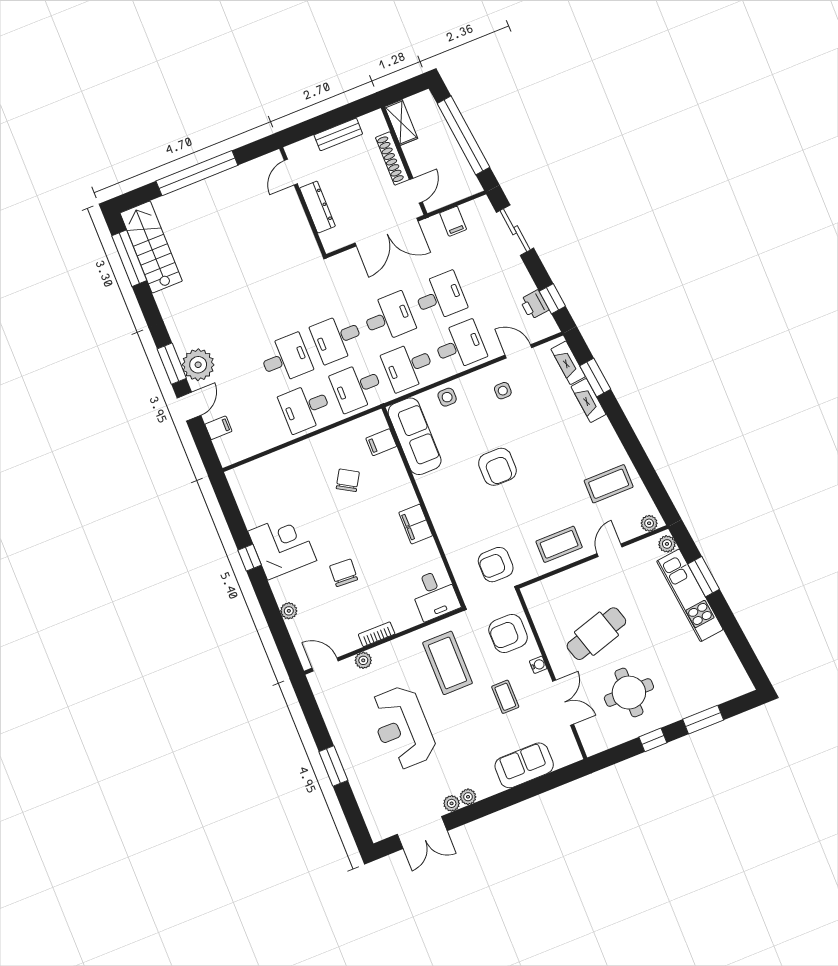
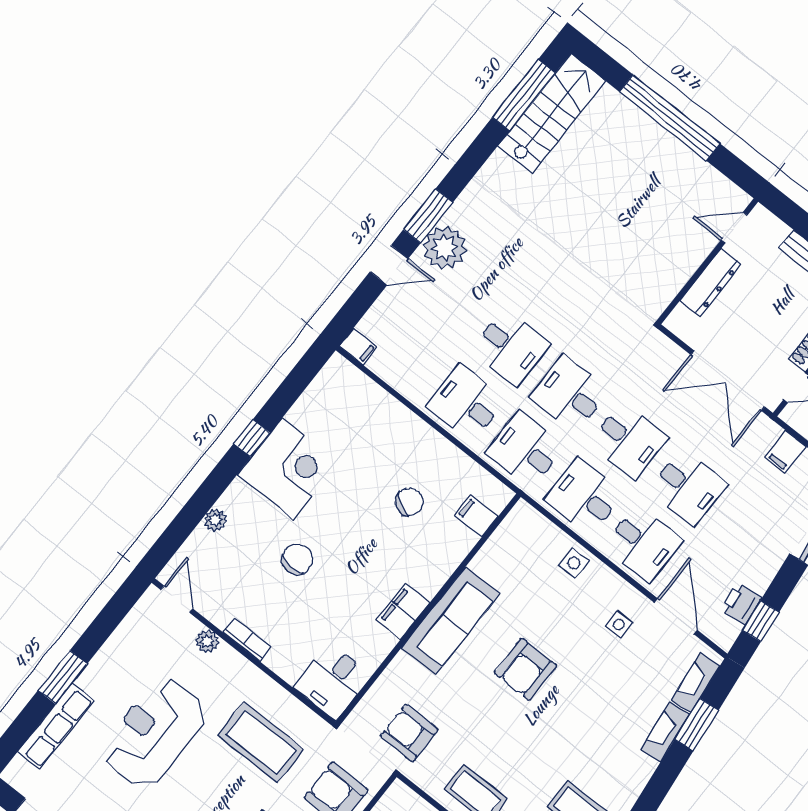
door: (518, 351) -> (676, 616), width x1.38
filing cabinet: (218, 428) -> (358, 346), moved
sofa: (415, 436) -> (451, 621), moved
coffee table: (448, 663) -> (261, 742), turned 90
row of seats: (362, 788) -> (56, 726), added

